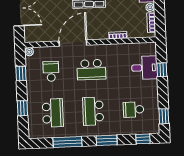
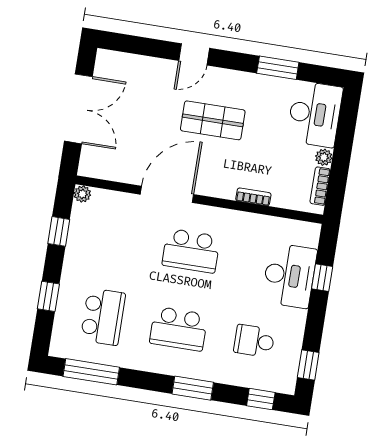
desk: (144, 68) -> (289, 275), width x1.37
school desk: (51, 71) -> (115, 239), removed
school desk: (93, 111) -> (179, 329), turned -90
window: (68, 142) -> (91, 372), moved

